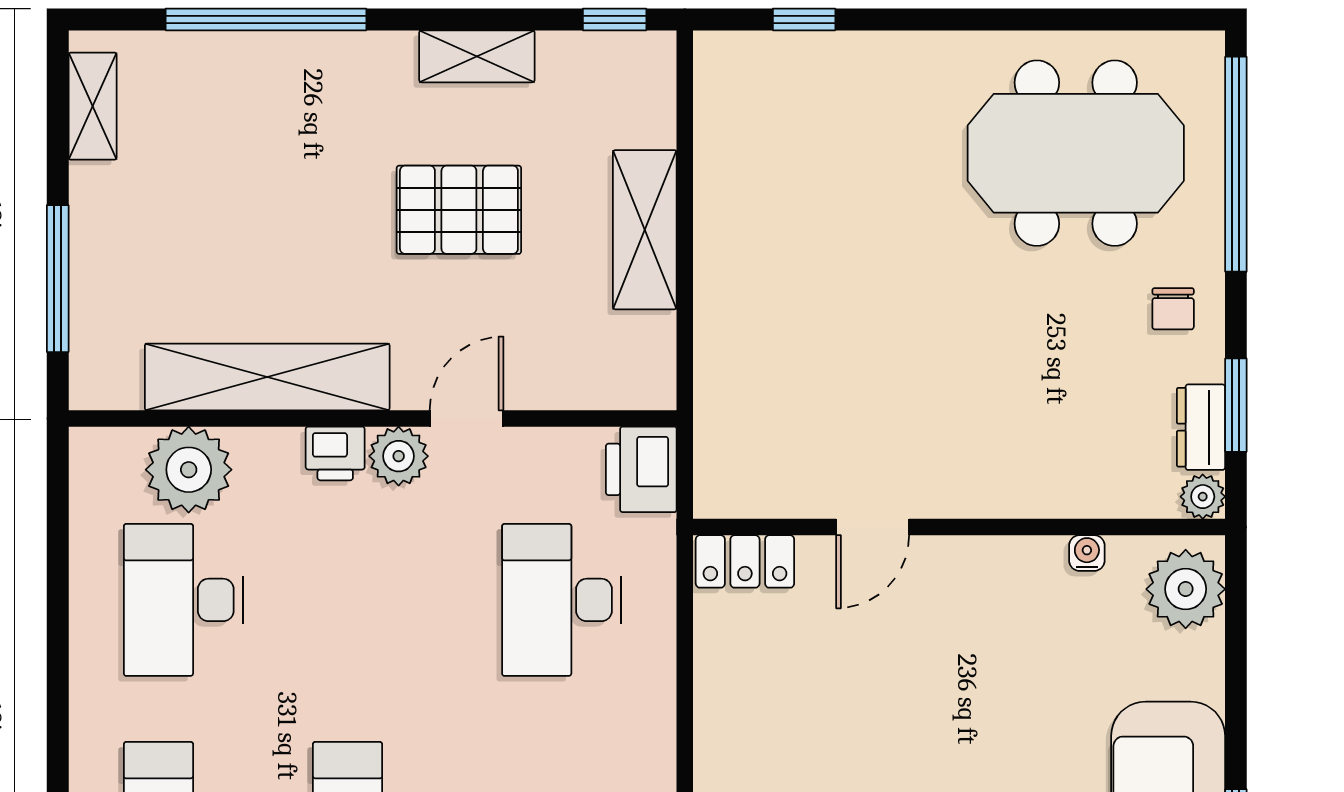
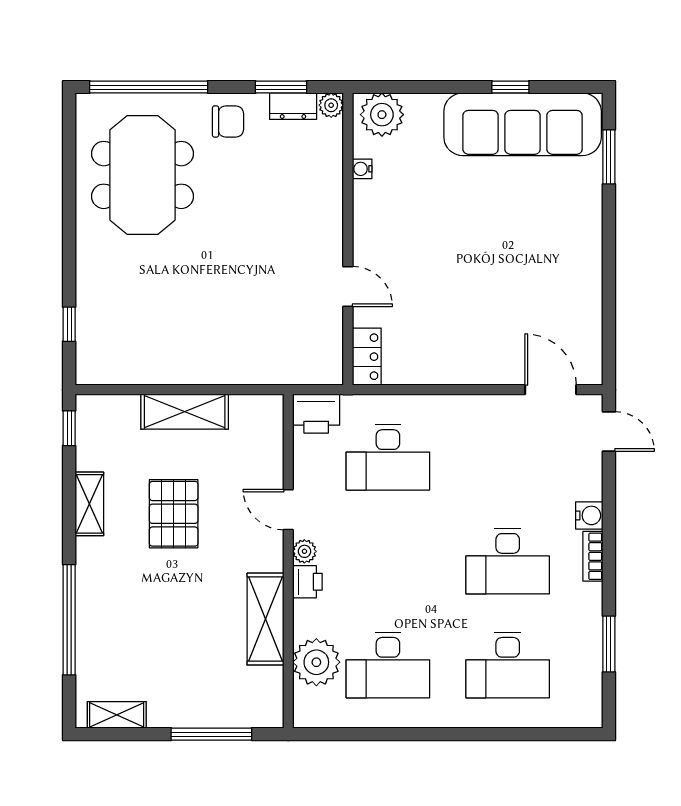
chair: (1173, 309) -> (228, 122), width x1.37, depth x1.37
shelving: (267, 377) -> (265, 619), width x0.68
plant: (399, 456) -> (304, 551), width x0.73, depth x0.73

